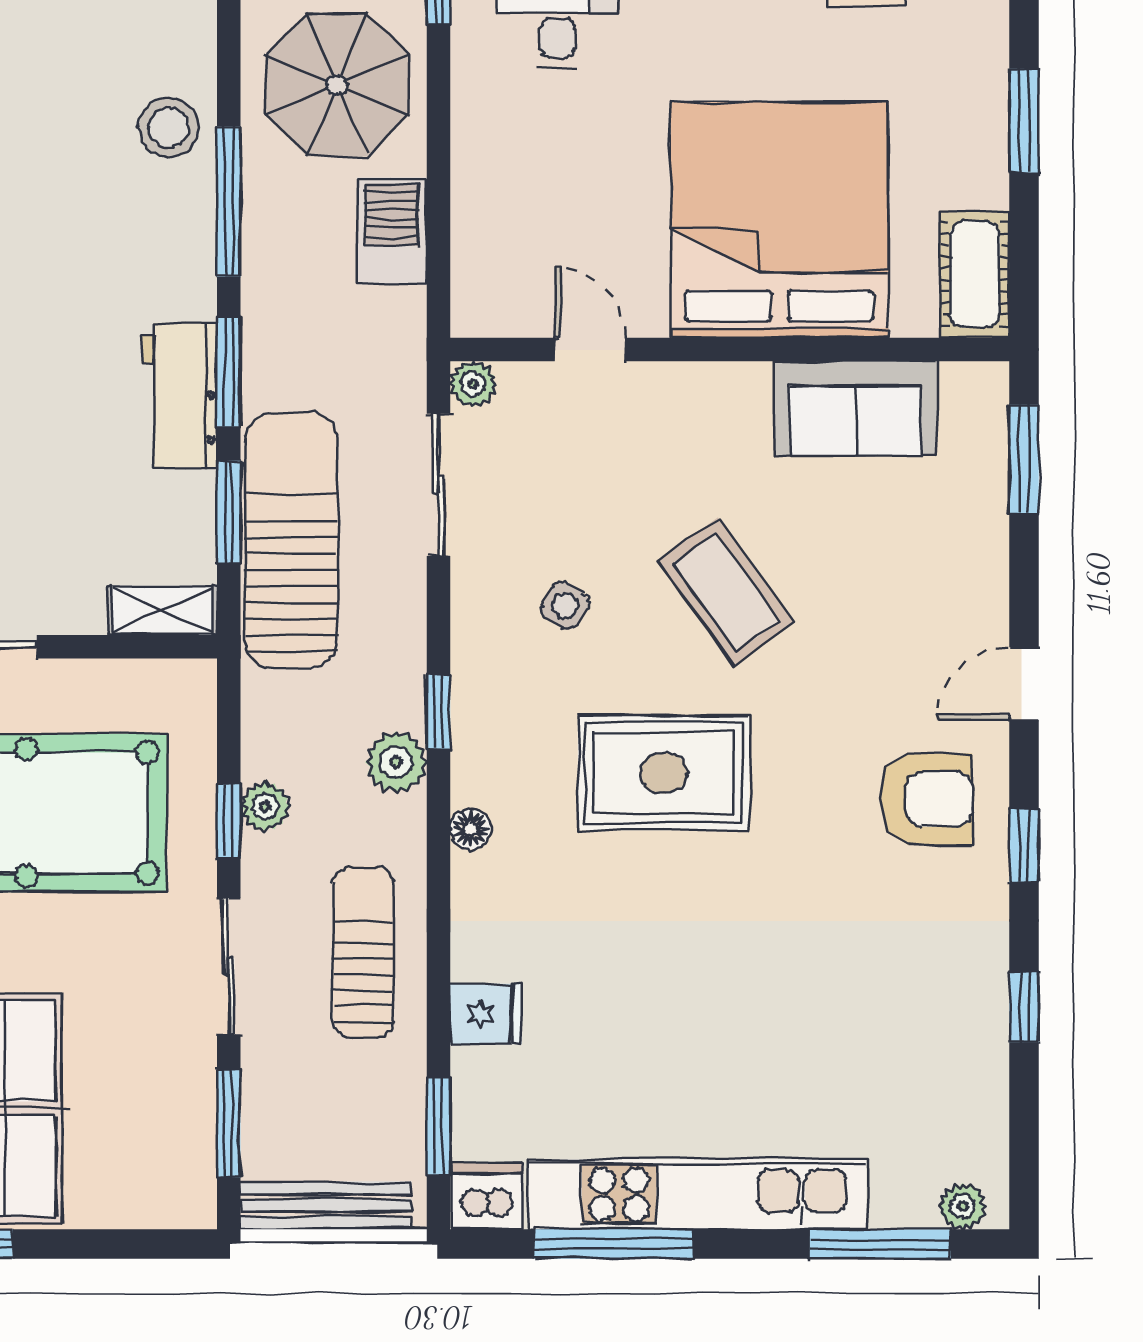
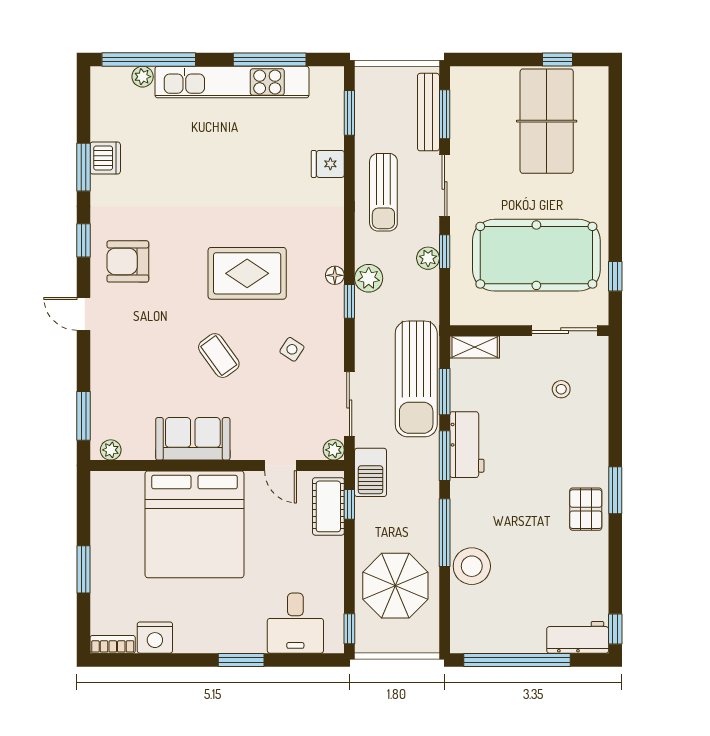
stool: (169, 128) -> (472, 566), width x1.38, depth x1.38
barbecue: (392, 231) -> (371, 472), moved
window: (438, 264) -> (349, 504), added
cot: (975, 274) -> (328, 506), moved
plant: (964, 384) -> (111, 450), added
sofa: (855, 408) -> (193, 439), moved
coffee table: (726, 592) -> (219, 356), width x0.73, depth x0.77
door: (1024, 684) -> (84, 314), swing flipped
floor lamp: (470, 829) -> (335, 275), moved
window: (1024, 1007) -> (84, 167), width x1.50
dishwasher: (488, 1196) -> (105, 158), moved, turned -90
bench: (326, 1205) -> (428, 112), moved, turned 90
plant: (963, 1206) -> (143, 77), moved
window: (880, 1244) -> (149, 60), width x1.46

